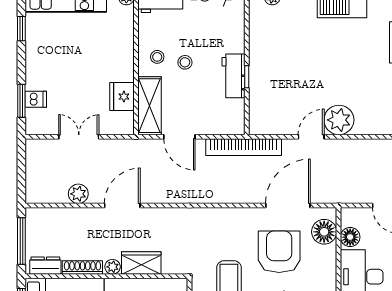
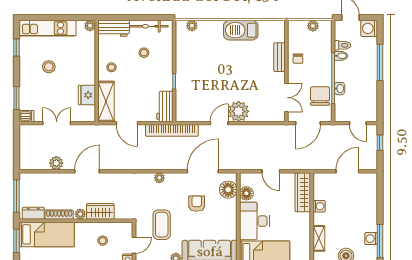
stool: (68, 56) -> (49, 67), added
stool: (185, 62) -> (144, 53), moved
workbench: (234, 76) -> (165, 106), moved
dishwasher: (36, 99) -> (27, 116), moved
plant: (226, 215) -> (159, 178), added
armchair: (279, 252) -> (197, 204), width x0.53, depth x0.53

